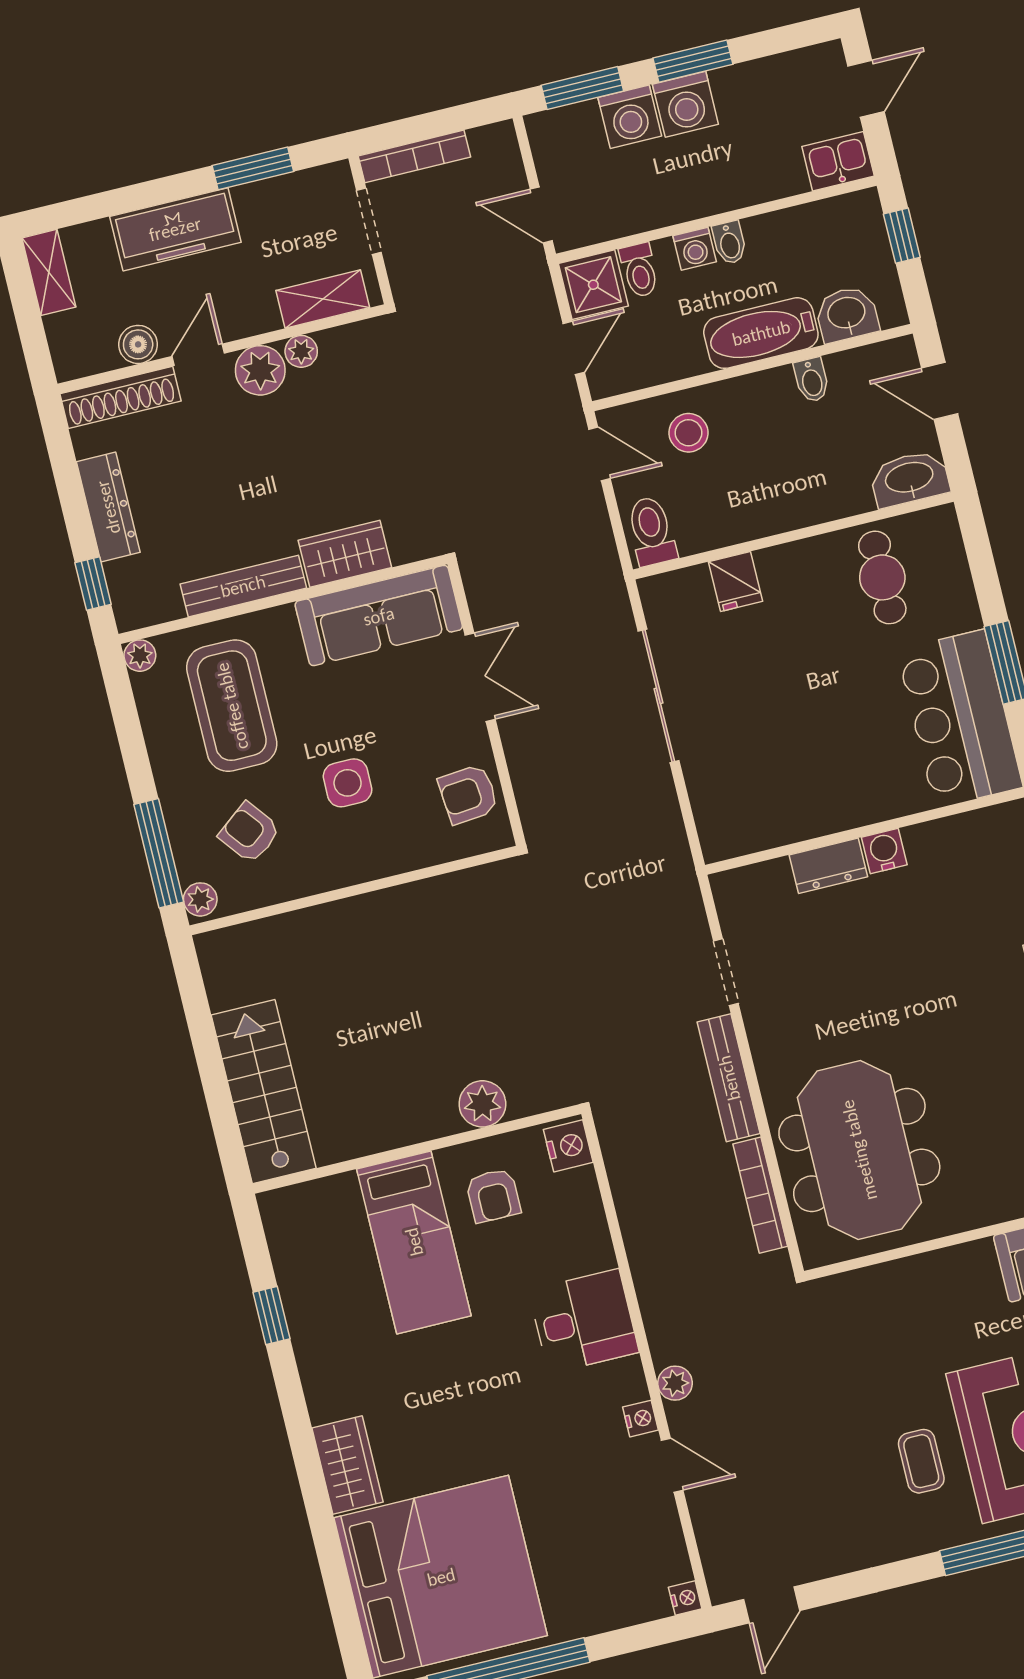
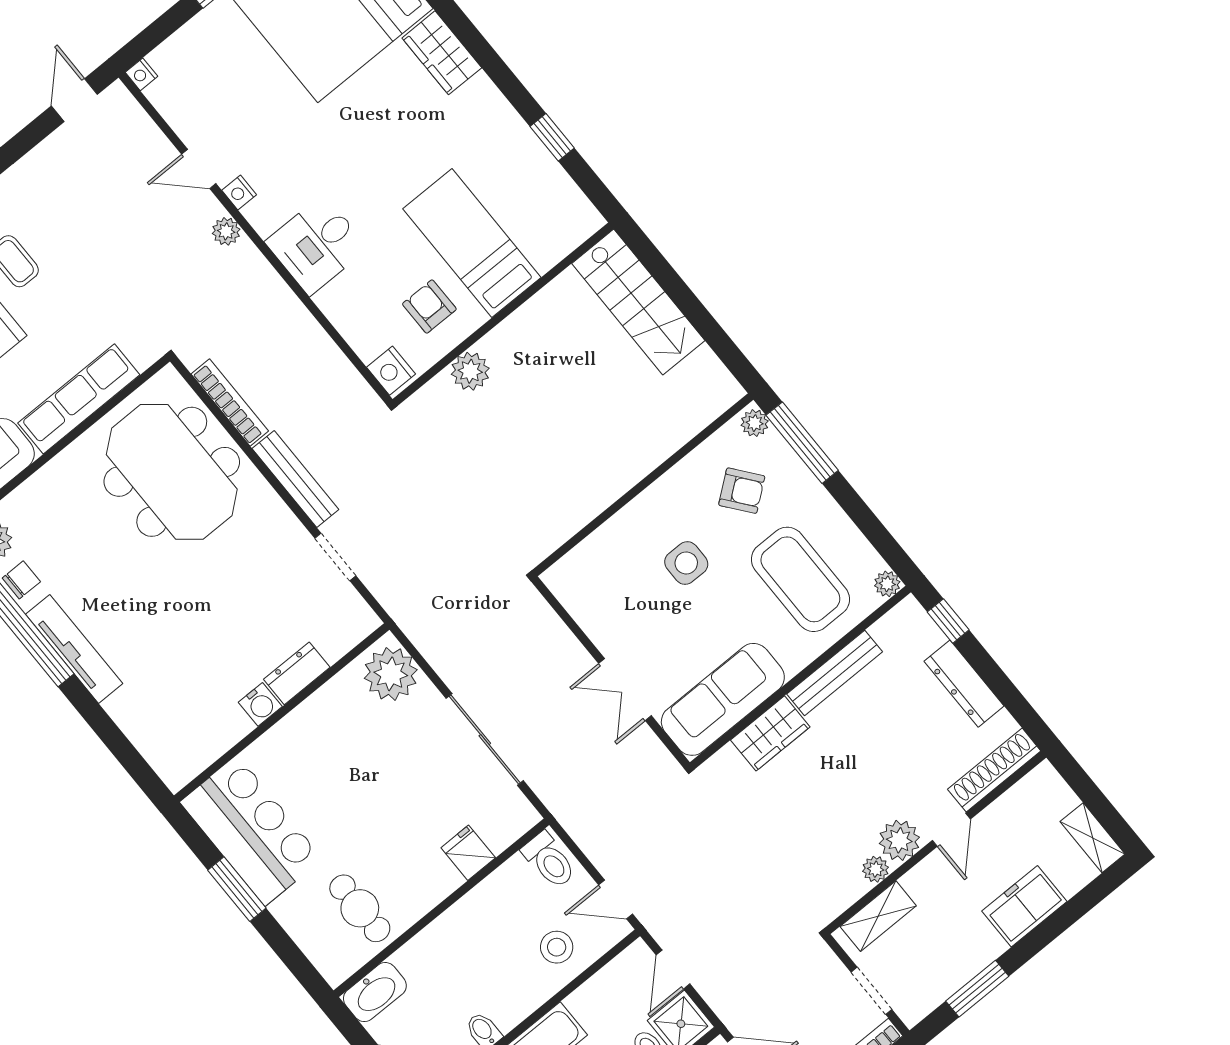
freezer: (175, 229) -> (1024, 906), width x0.71
boiler: (138, 344) -> (1000, 816), removed
armchair: (468, 794) -> (592, 598), removed
plant: (727, 816) -> (391, 674), added
row of seats: (922, 1278) -> (79, 399), added

